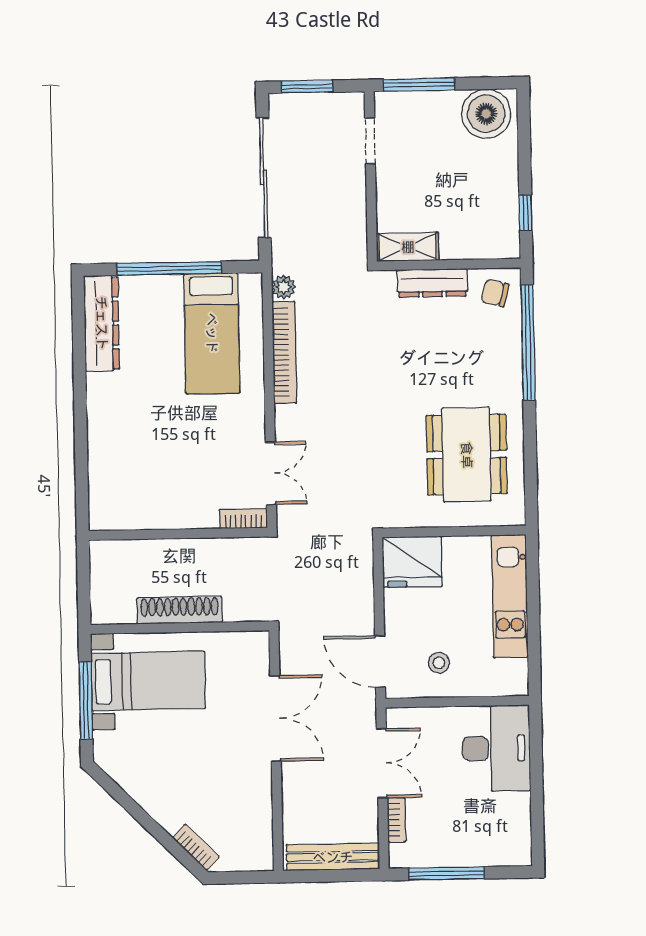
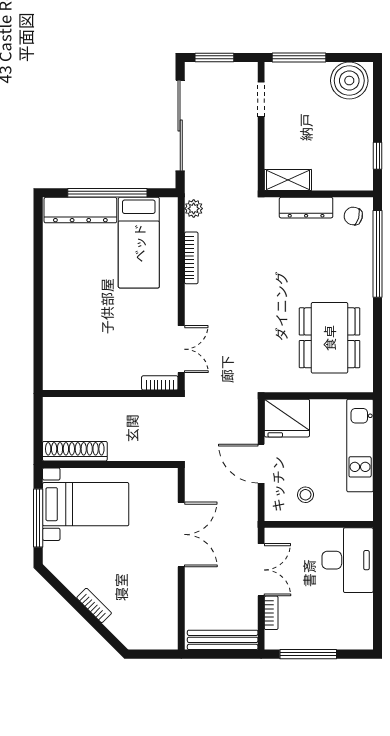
dresser: (102, 323) -> (80, 210), moved, turned 90
bookcase: (284, 352) -> (191, 258), width x0.68, depth x0.76
shoe rack: (179, 610) -> (75, 451), moved
door: (380, 661) -> (261, 464), moved
bookcase: (196, 847) -> (94, 605), moved

